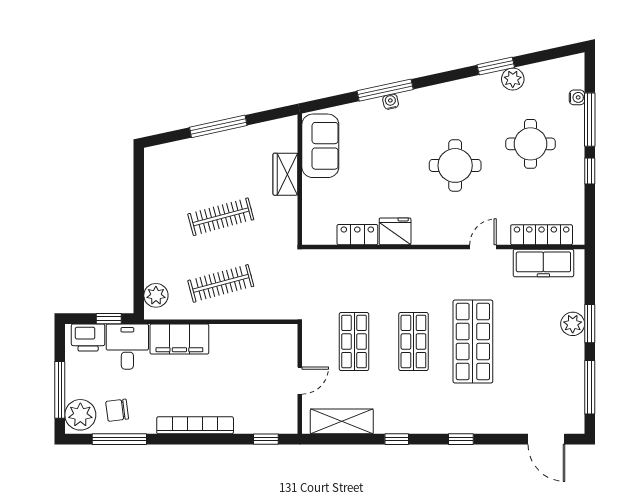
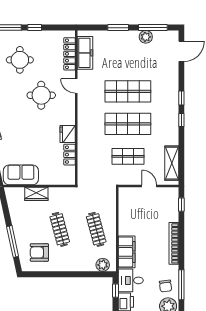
window: (218, 126) -> (13, 241), moved
round table: (455, 165) -> (41, 95), moved
armchair: (178, 180) -> (39, 252), added
plant: (573, 324) -> (146, 37), moved
shop shelf: (413, 342) -> (128, 124), width x1.43, depth x1.36
window: (397, 439) -> (181, 120), moved

